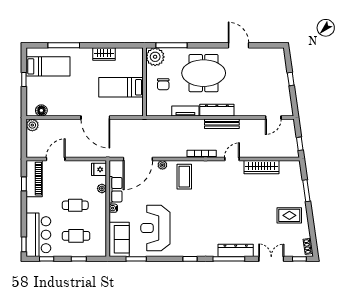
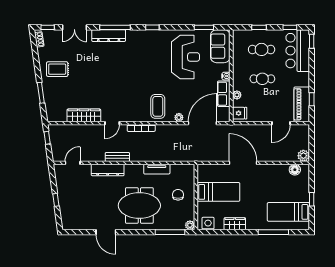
side table: (132, 55) -> (208, 223), added
plant: (155, 57) -> (190, 225), width x0.53, depth x0.53
dresser: (217, 110) -> (108, 170), moved
bench: (222, 124) -> (117, 157), width x0.73

